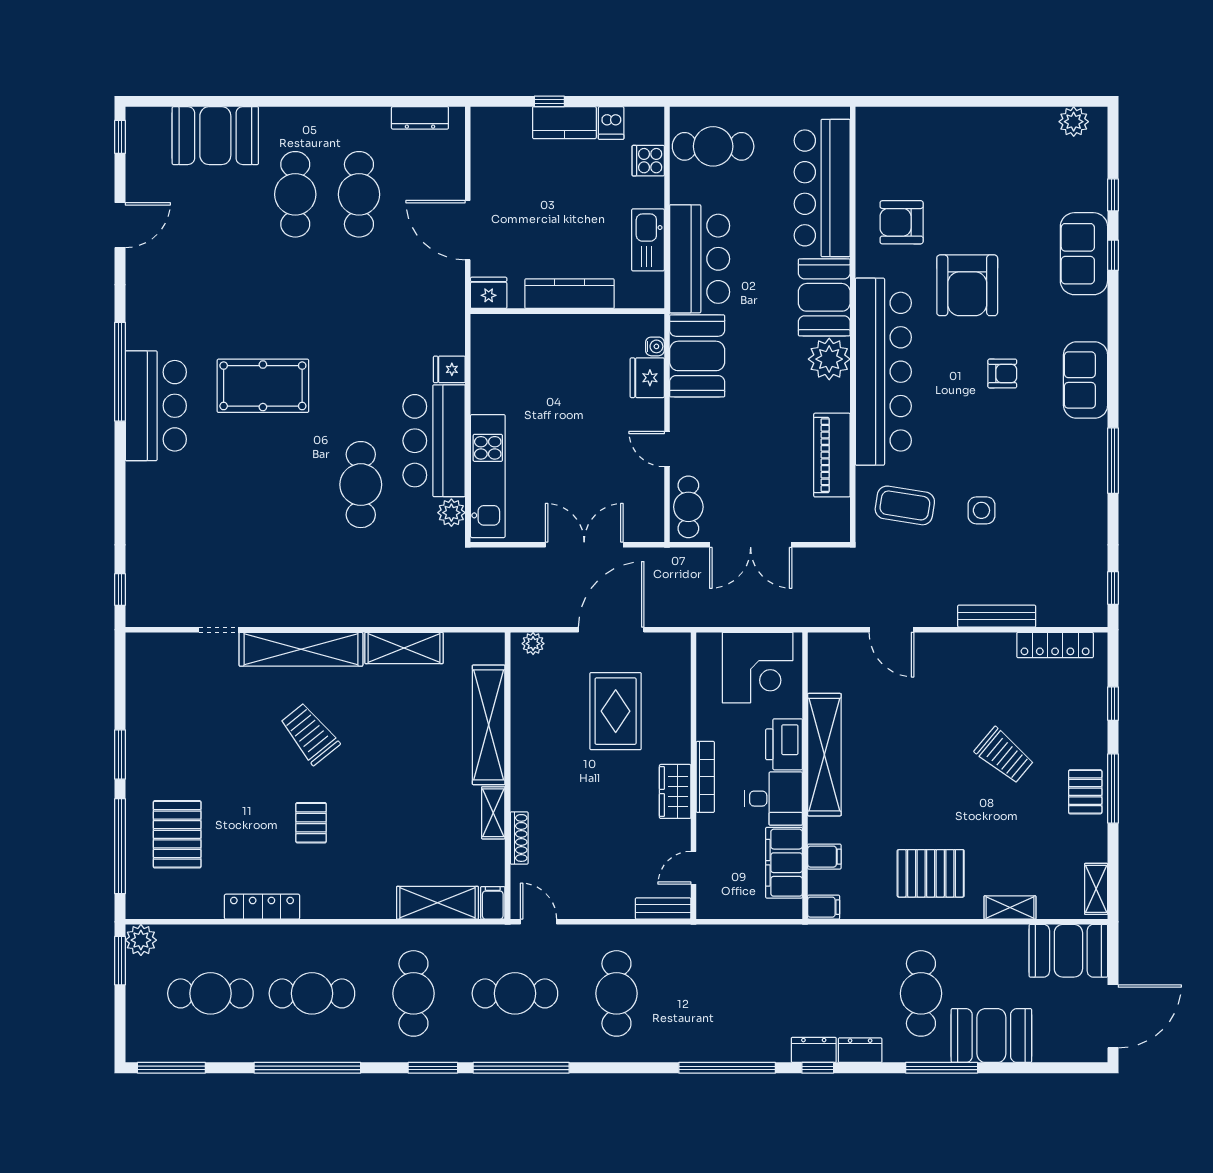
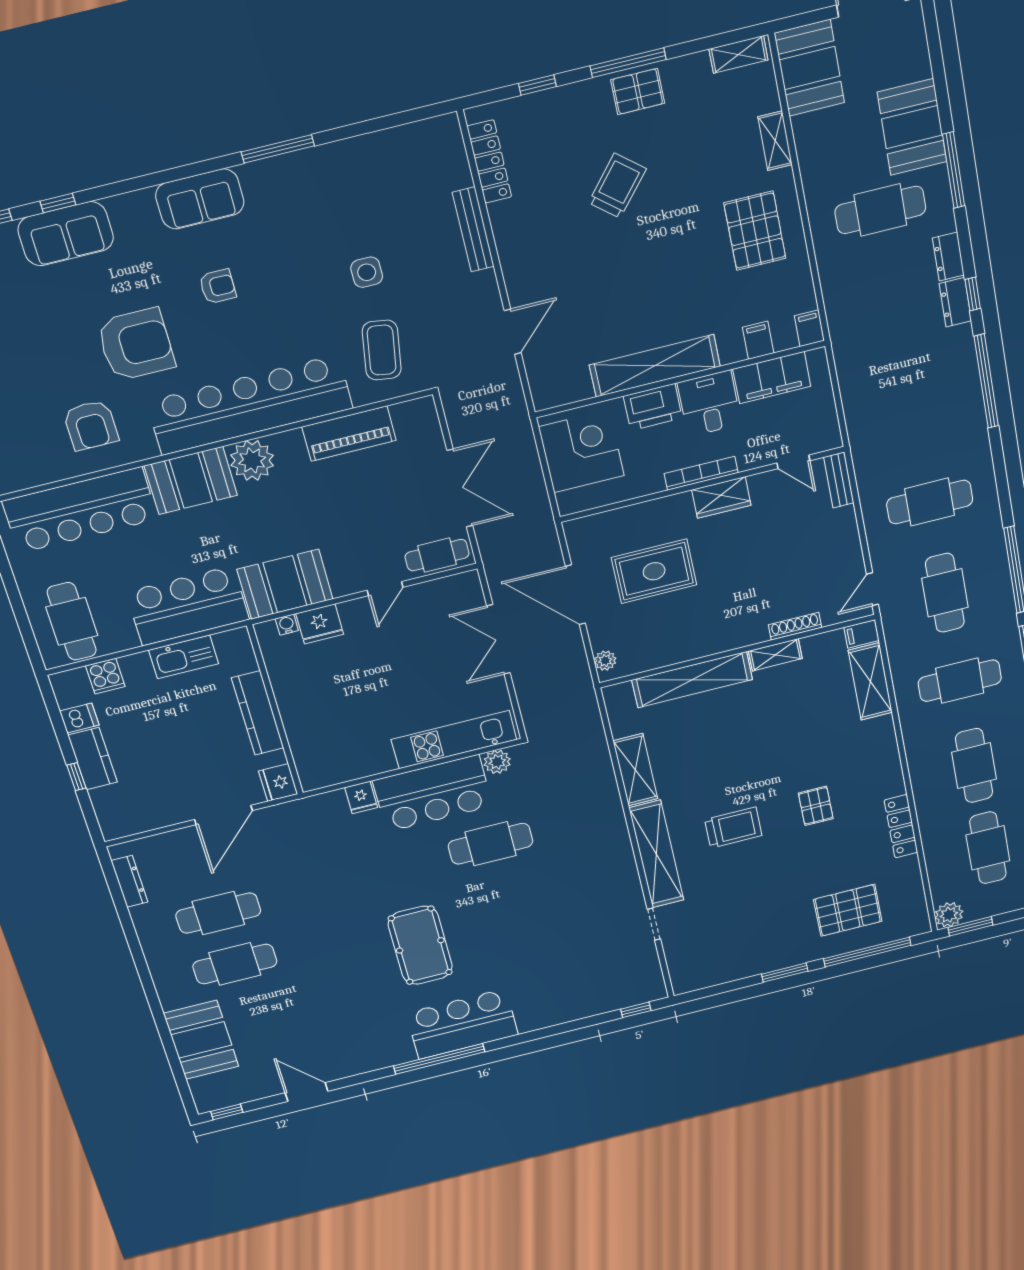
armchair: (1002, 374) -> (218, 286), turned 90
window: (1113, 588) -> (414, 115), removed
trolley: (310, 734) -> (733, 827), turned -141
pallet: (311, 823) -> (816, 806), turned 90

